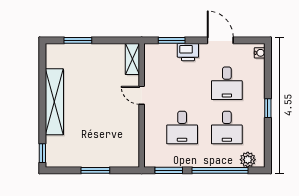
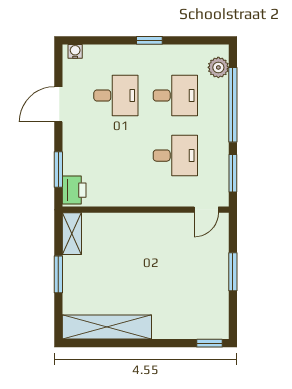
window: (78, 40) -> (58, 274), moved
printer: (188, 52) -> (74, 190), moved
shelving: (132, 59) -> (72, 234), moved, turned 90
door: (142, 95) -> (206, 210), moved
shelving: (54, 102) -> (107, 327), moved

